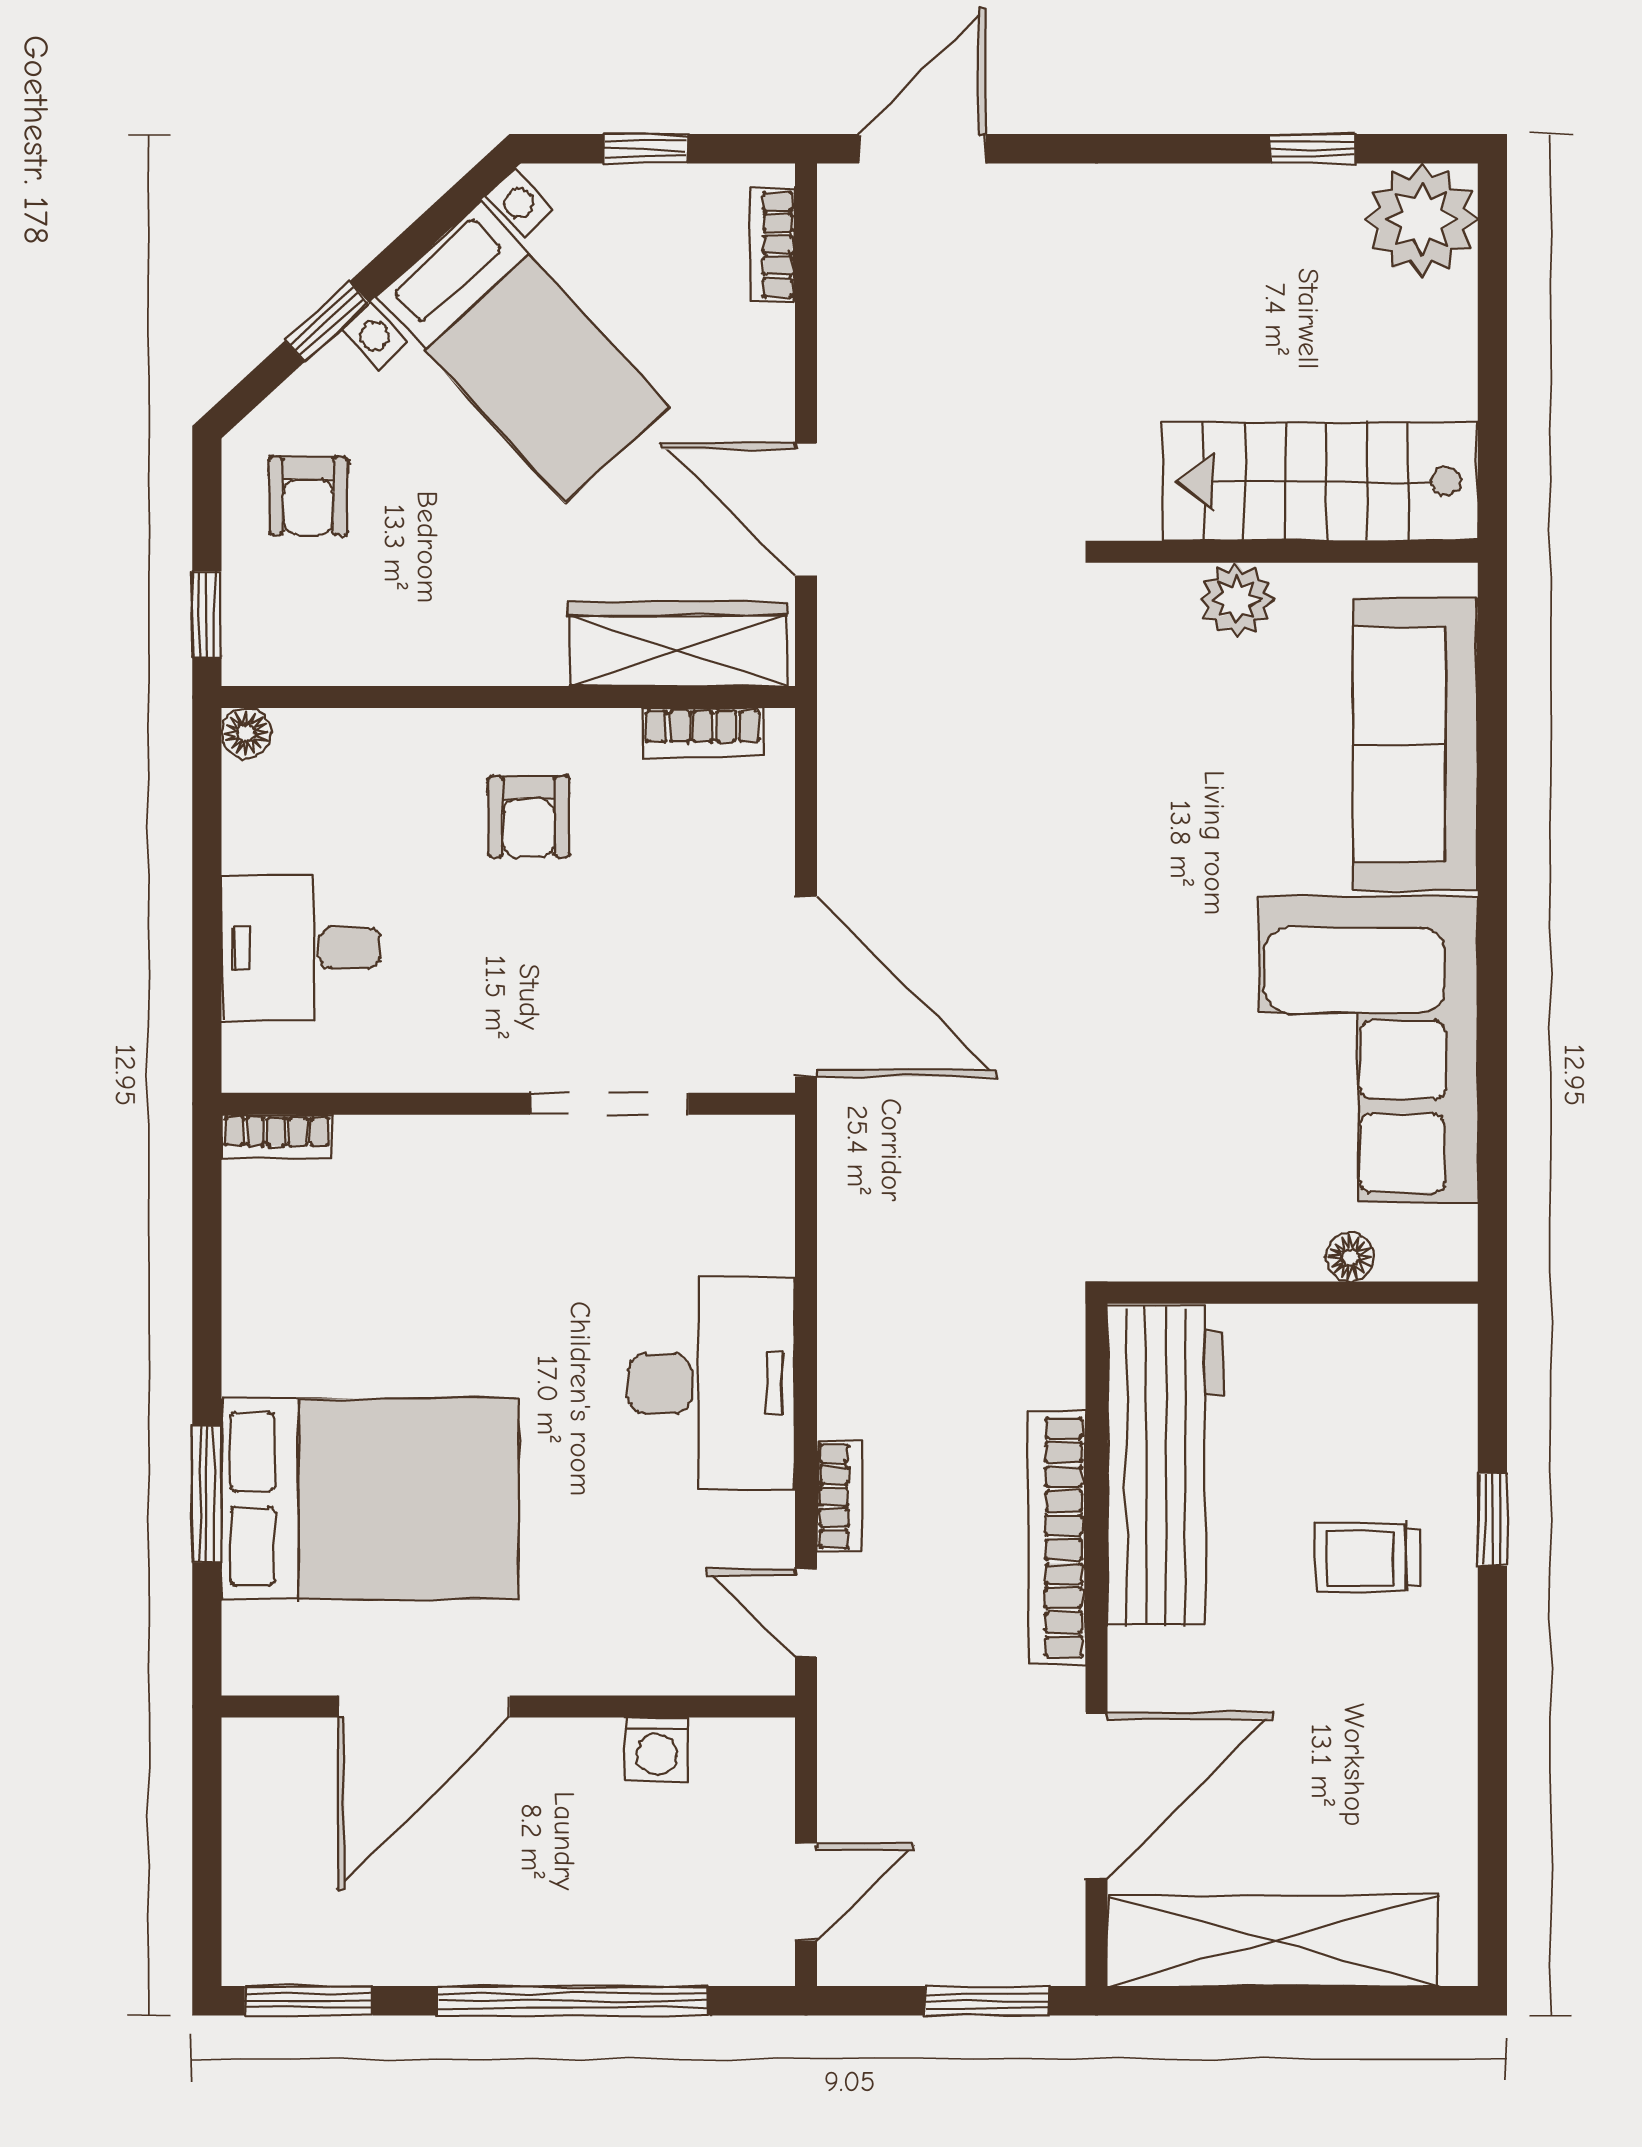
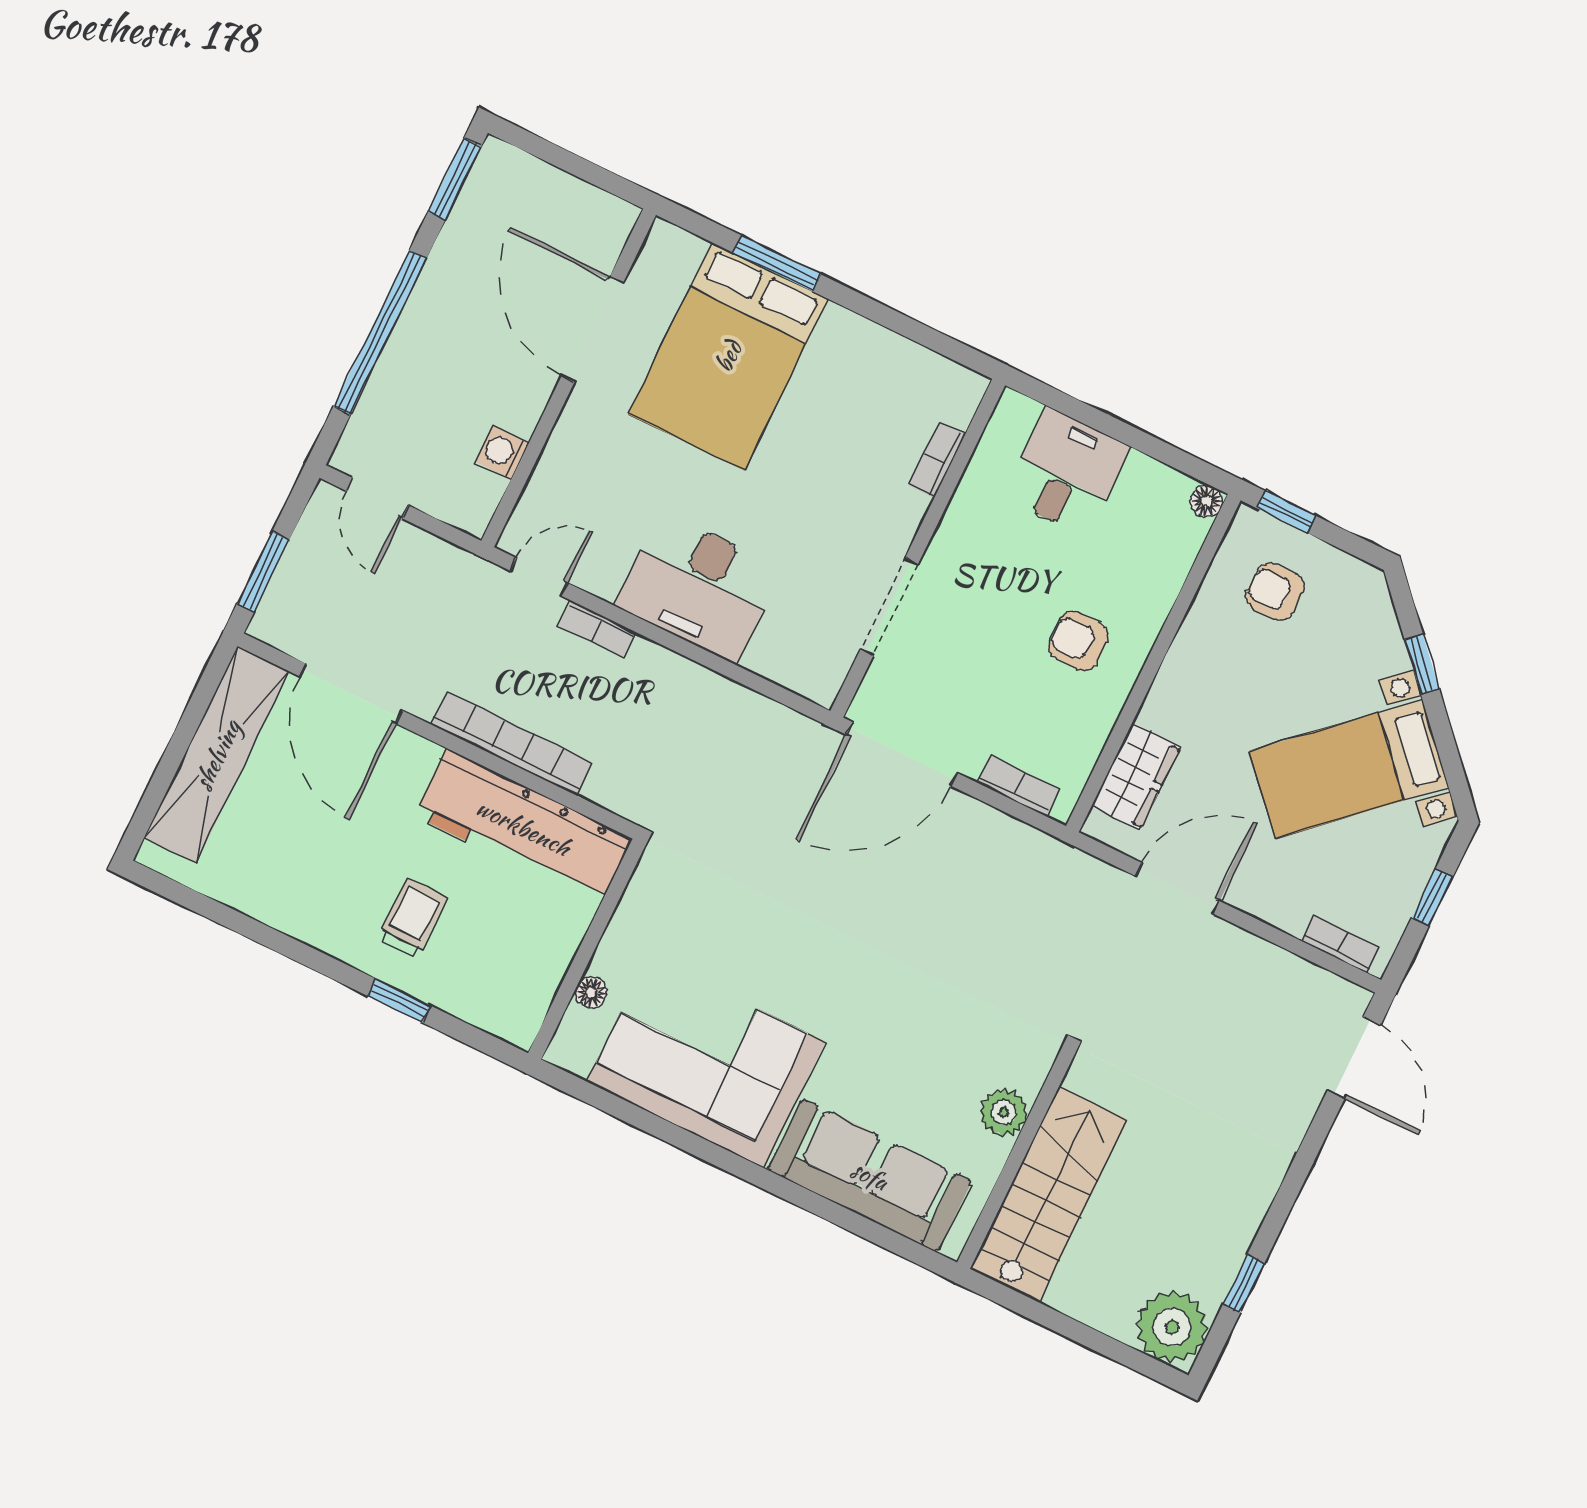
armchair: (308, 496) -> (1275, 592), moved
wardrobe: (678, 644) -> (1136, 776), width x0.67
bookcase: (703, 732) -> (1019, 786), moved, turned 90
bookcase: (277, 1137) -> (937, 460), moved

